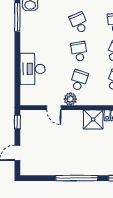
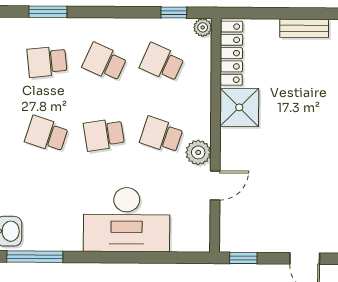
school desk: (79, 23) -> (47, 134), turned 42
desk: (33, 69) -> (127, 220), width x1.36, depth x1.30

